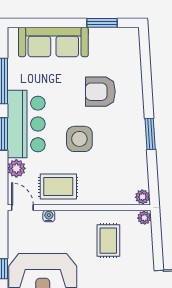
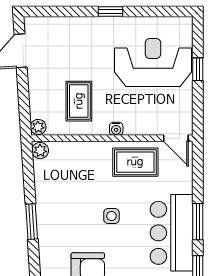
side table: (79, 139) -> (111, 216), width x0.54, depth x0.54
plant: (16, 168) -> (183, 183), removed
water cooler: (49, 216) -> (116, 129), moved

